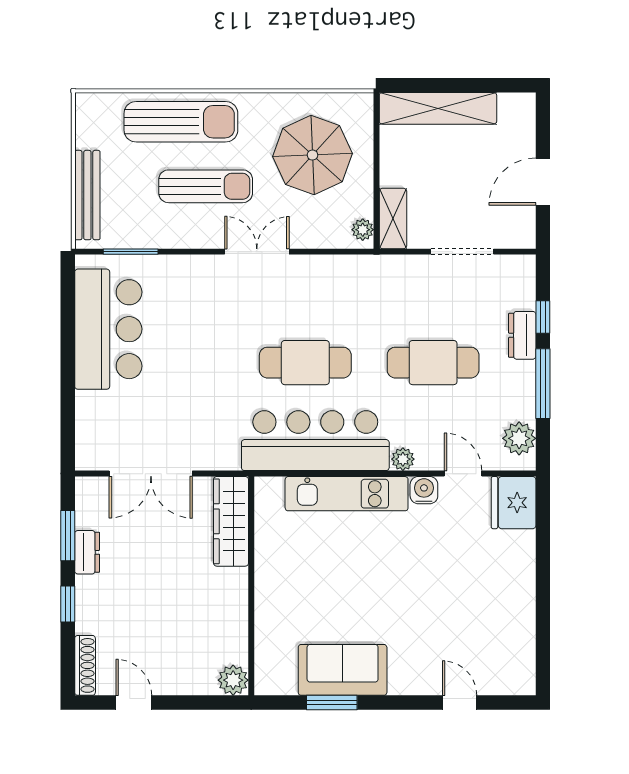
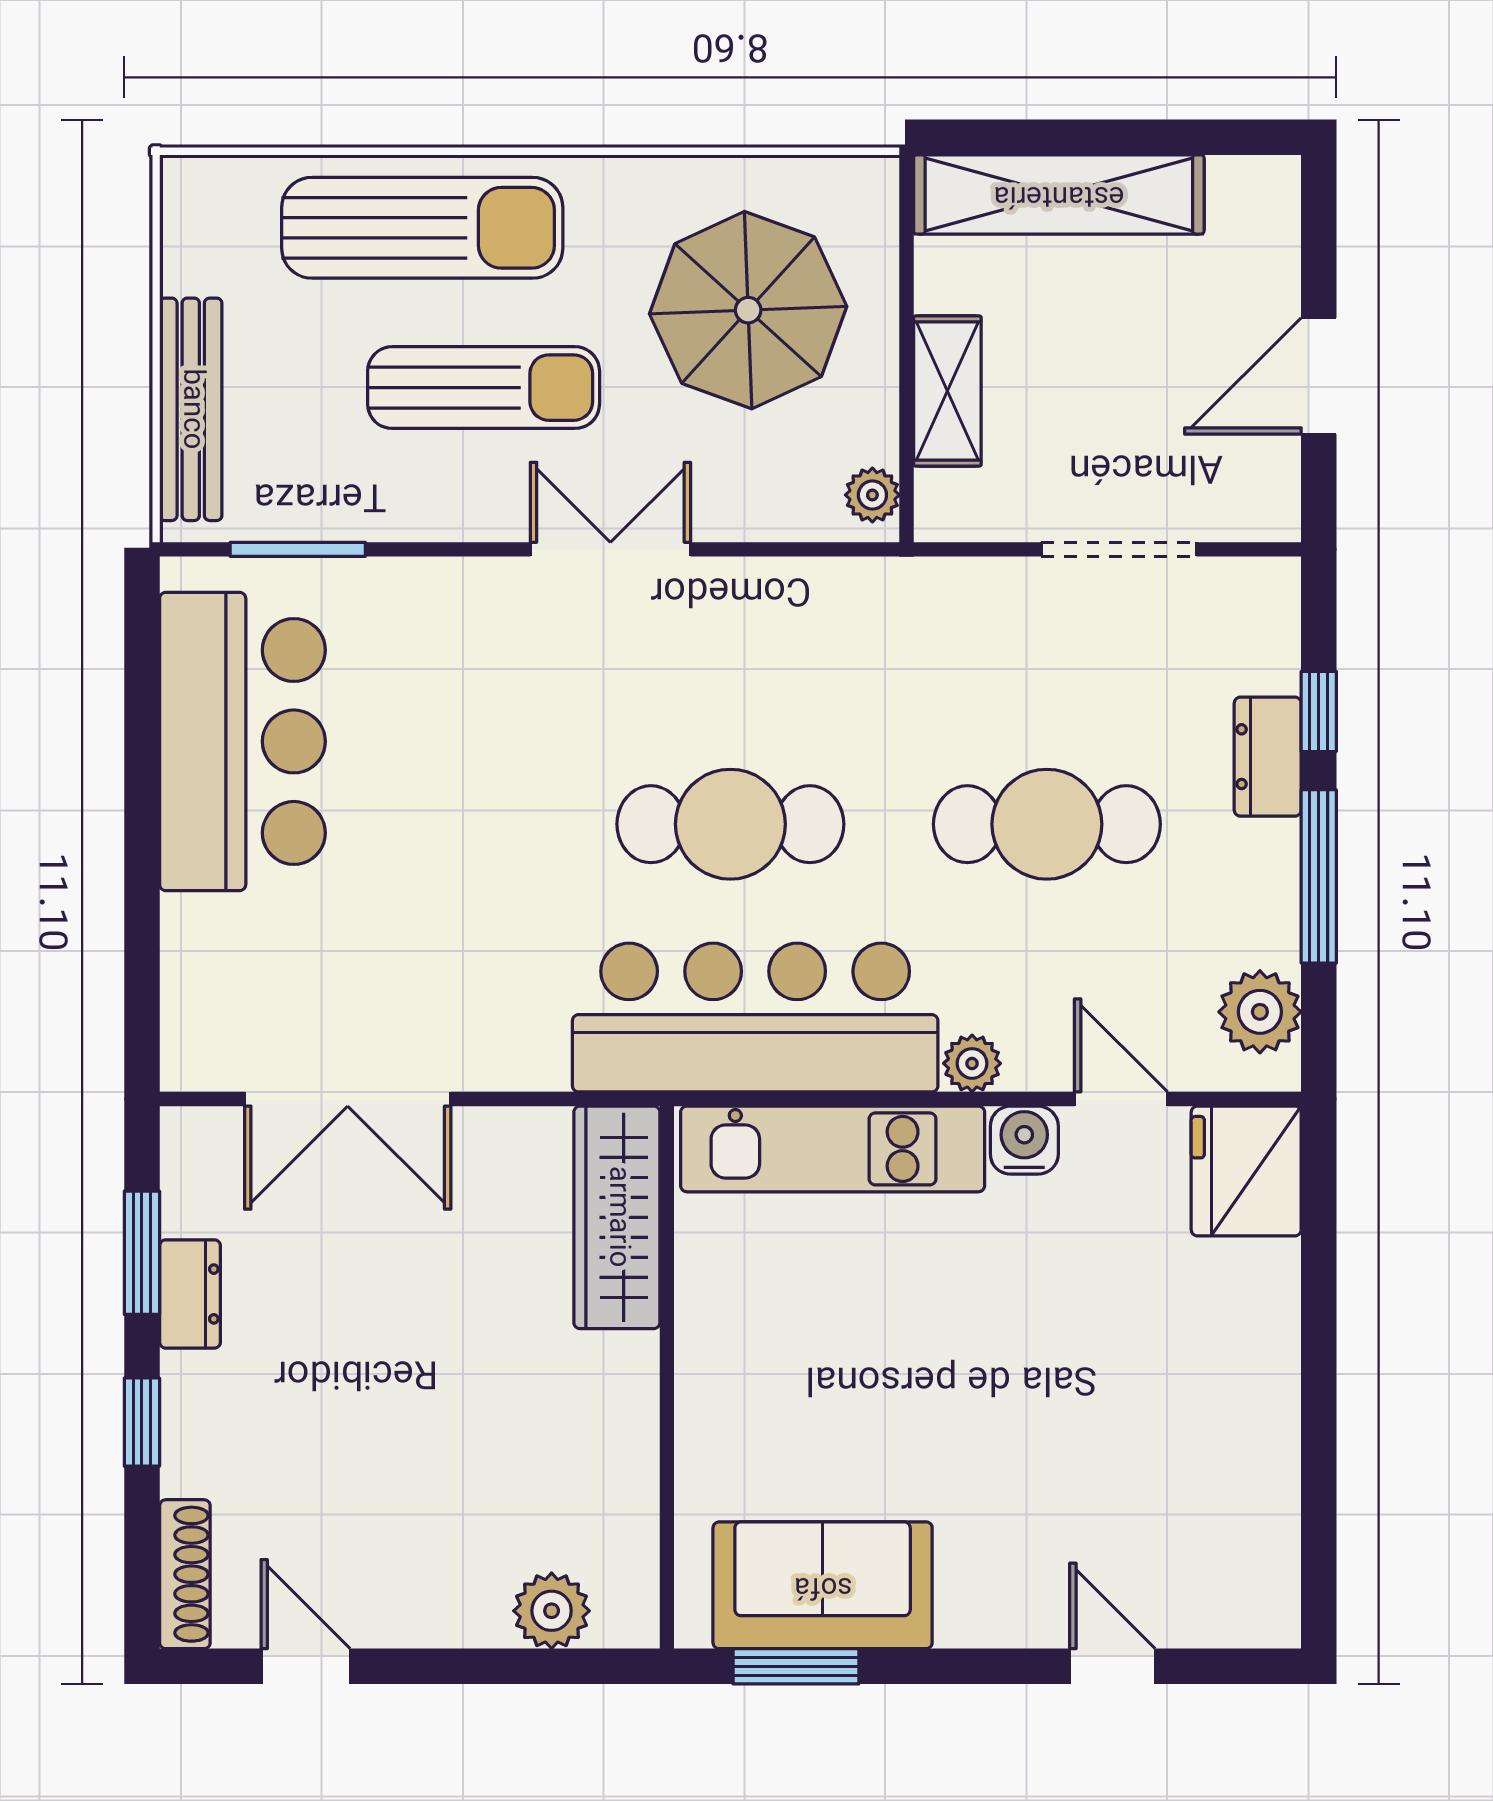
shelving: (393, 218) -> (947, 391), moved
wardrobe: (231, 521) -> (617, 1217), moved
wall: (251, 586) -> (667, 1377), moved

